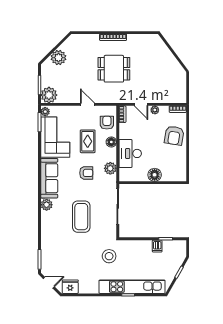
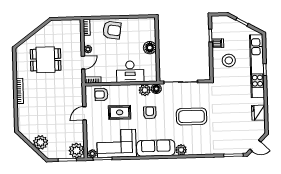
dining table: (114, 69) -> (46, 60), moved, turned 90
floor lamp: (111, 142) -> (156, 89), moved
stool: (109, 256) -> (229, 60), moved
door: (49, 283) -> (255, 146), swing flipped
fridge: (70, 287) -> (258, 113), moved

